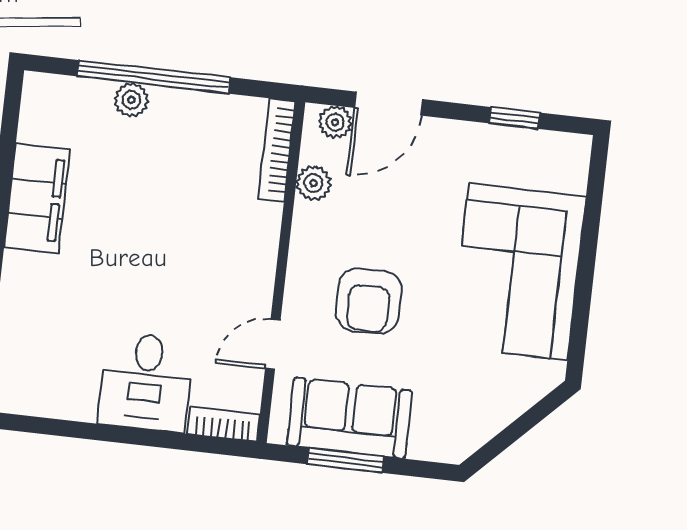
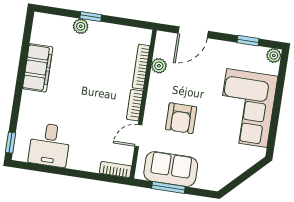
window: (154, 77) -> (91, 17), width x0.32
plant: (335, 122) -> (274, 55), moved
bookcase: (277, 150) -> (141, 67), moved
bookcase: (262, 275) -> (135, 105), added
desk: (146, 382) -> (50, 145), moved

